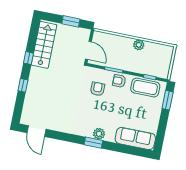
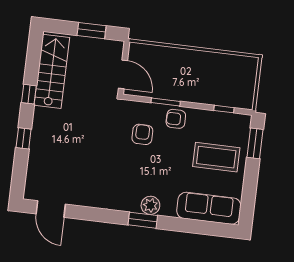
plant: (139, 45) -> (202, 59), removed
coffee table: (145, 88) -> (216, 157), moved

